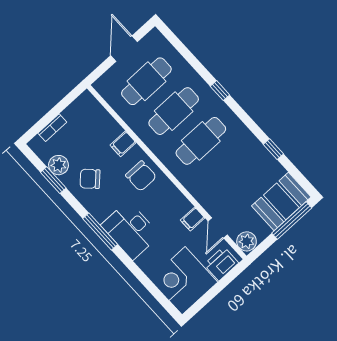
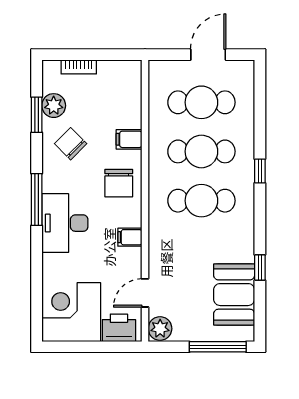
booth: (281, 201) -> (234, 295), moved, turned 90
filing cabinet: (193, 219) -> (130, 237), moved

